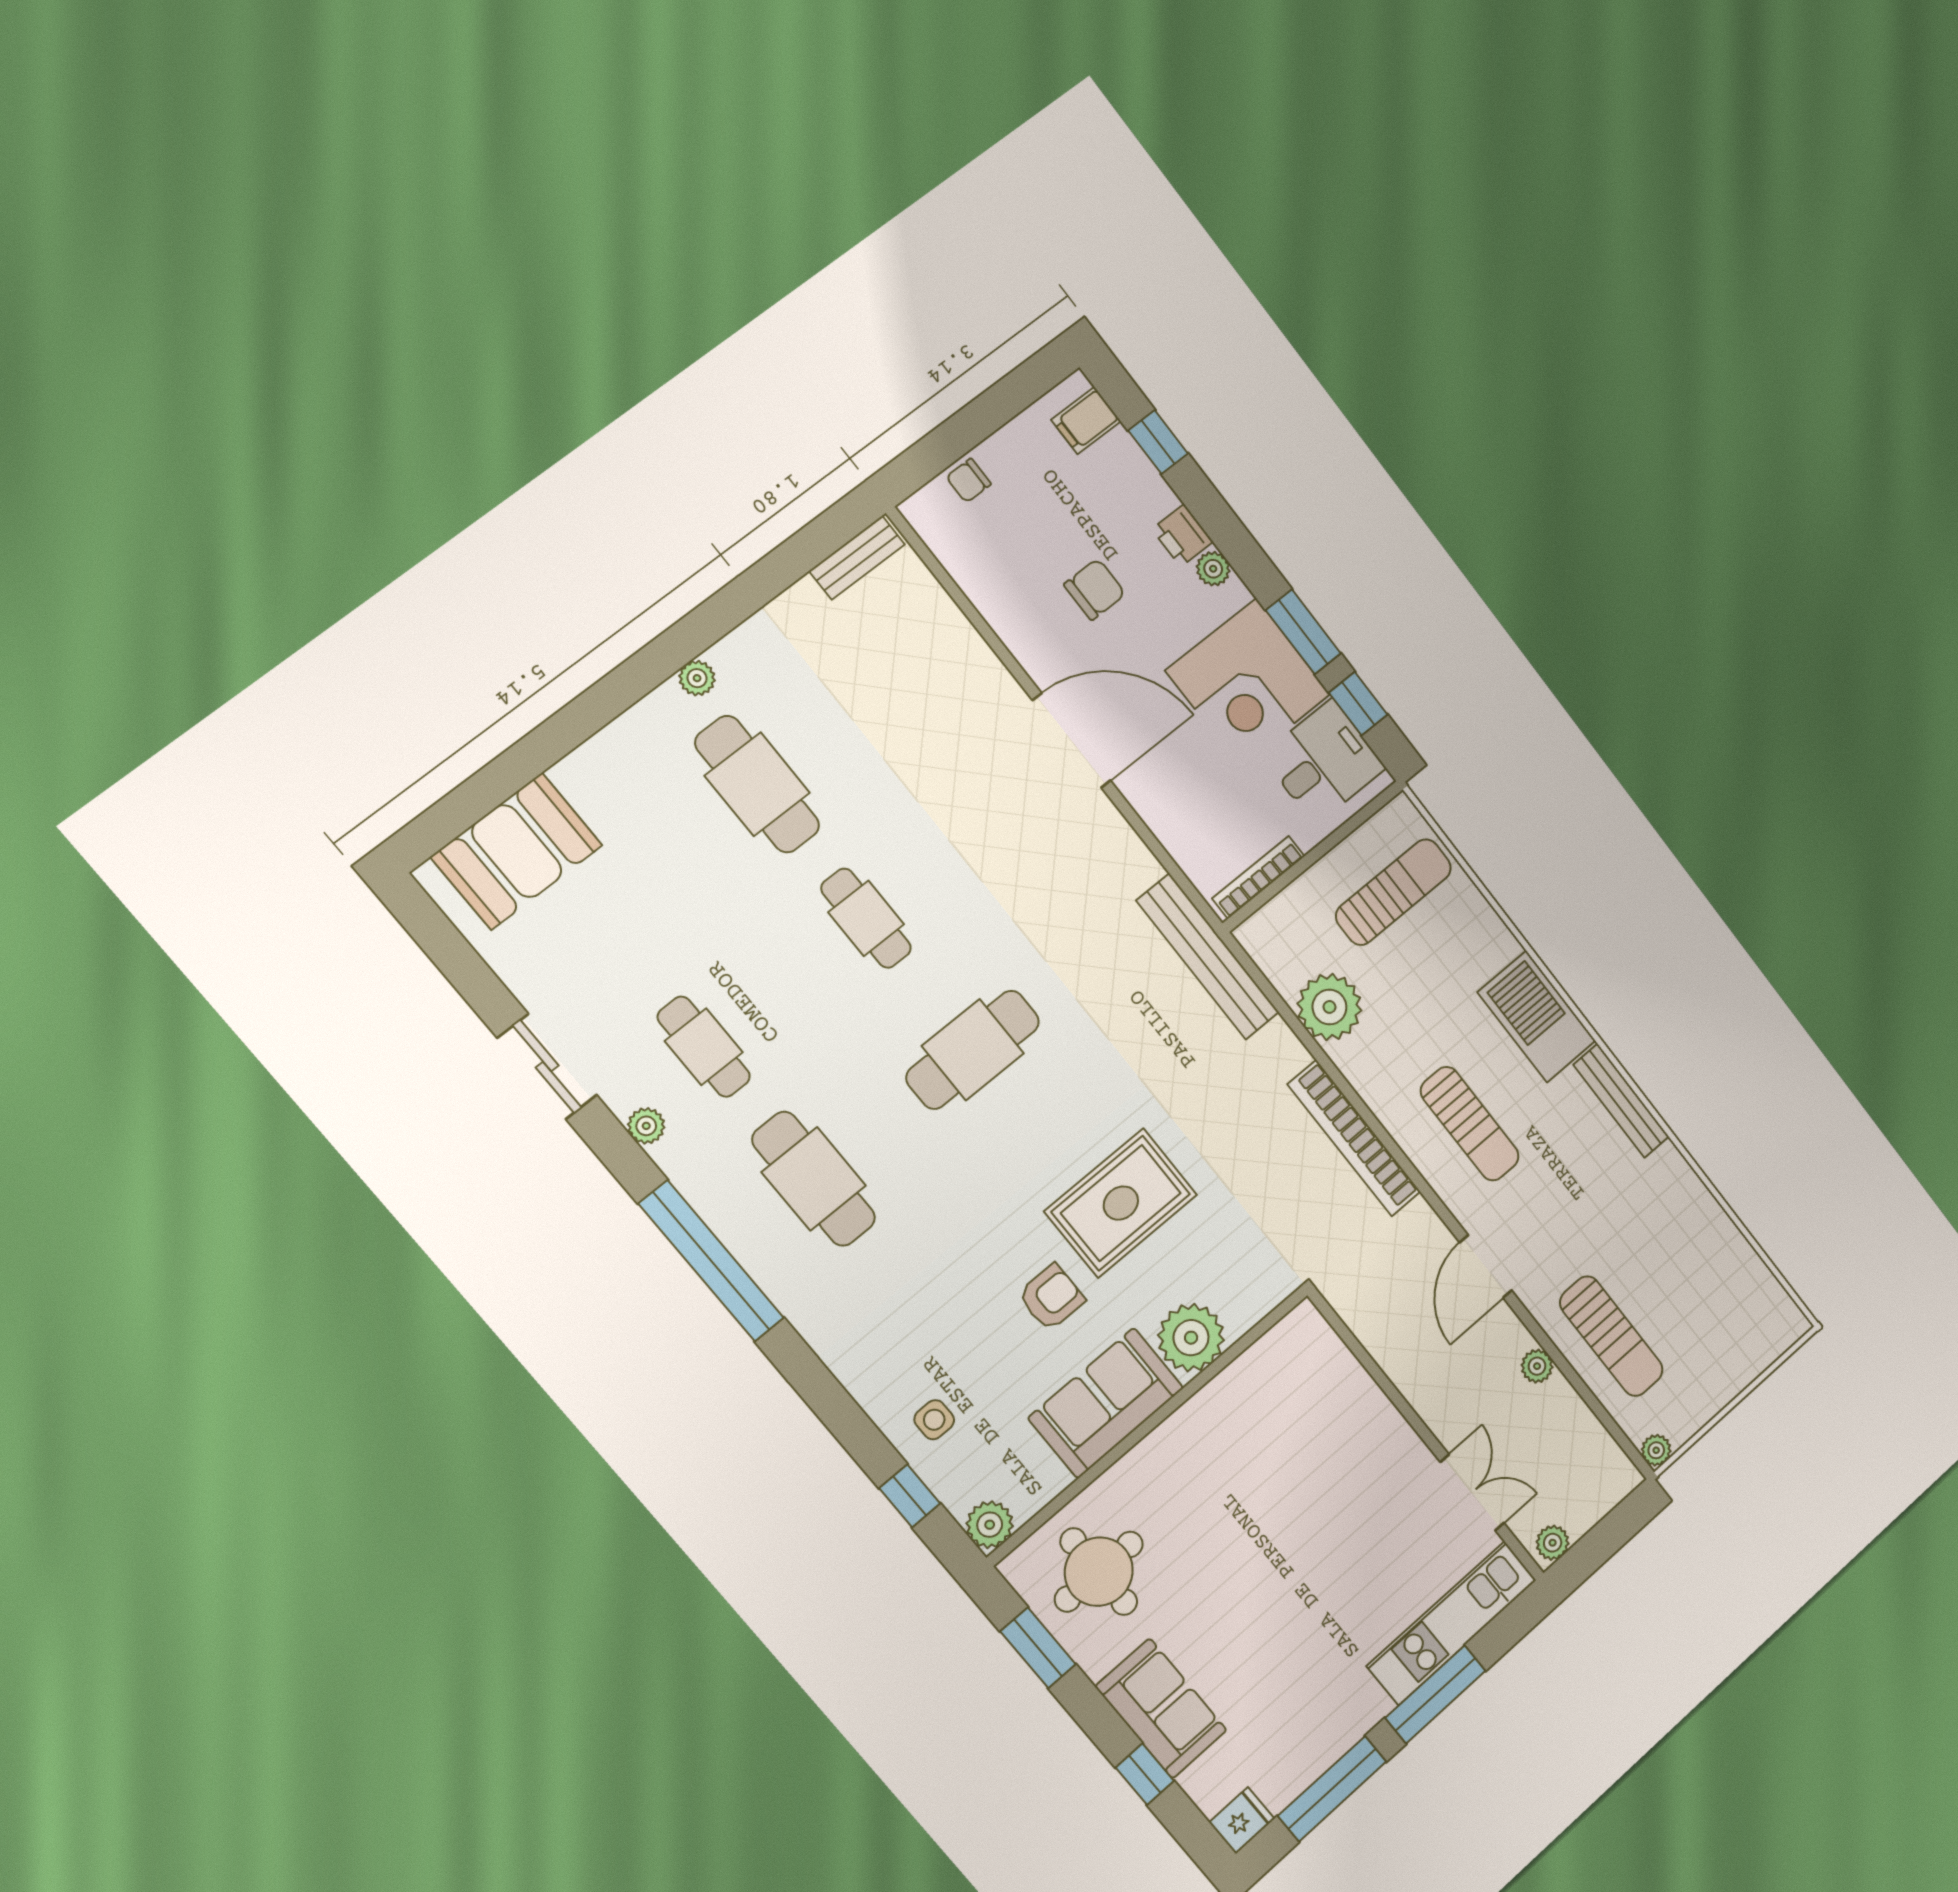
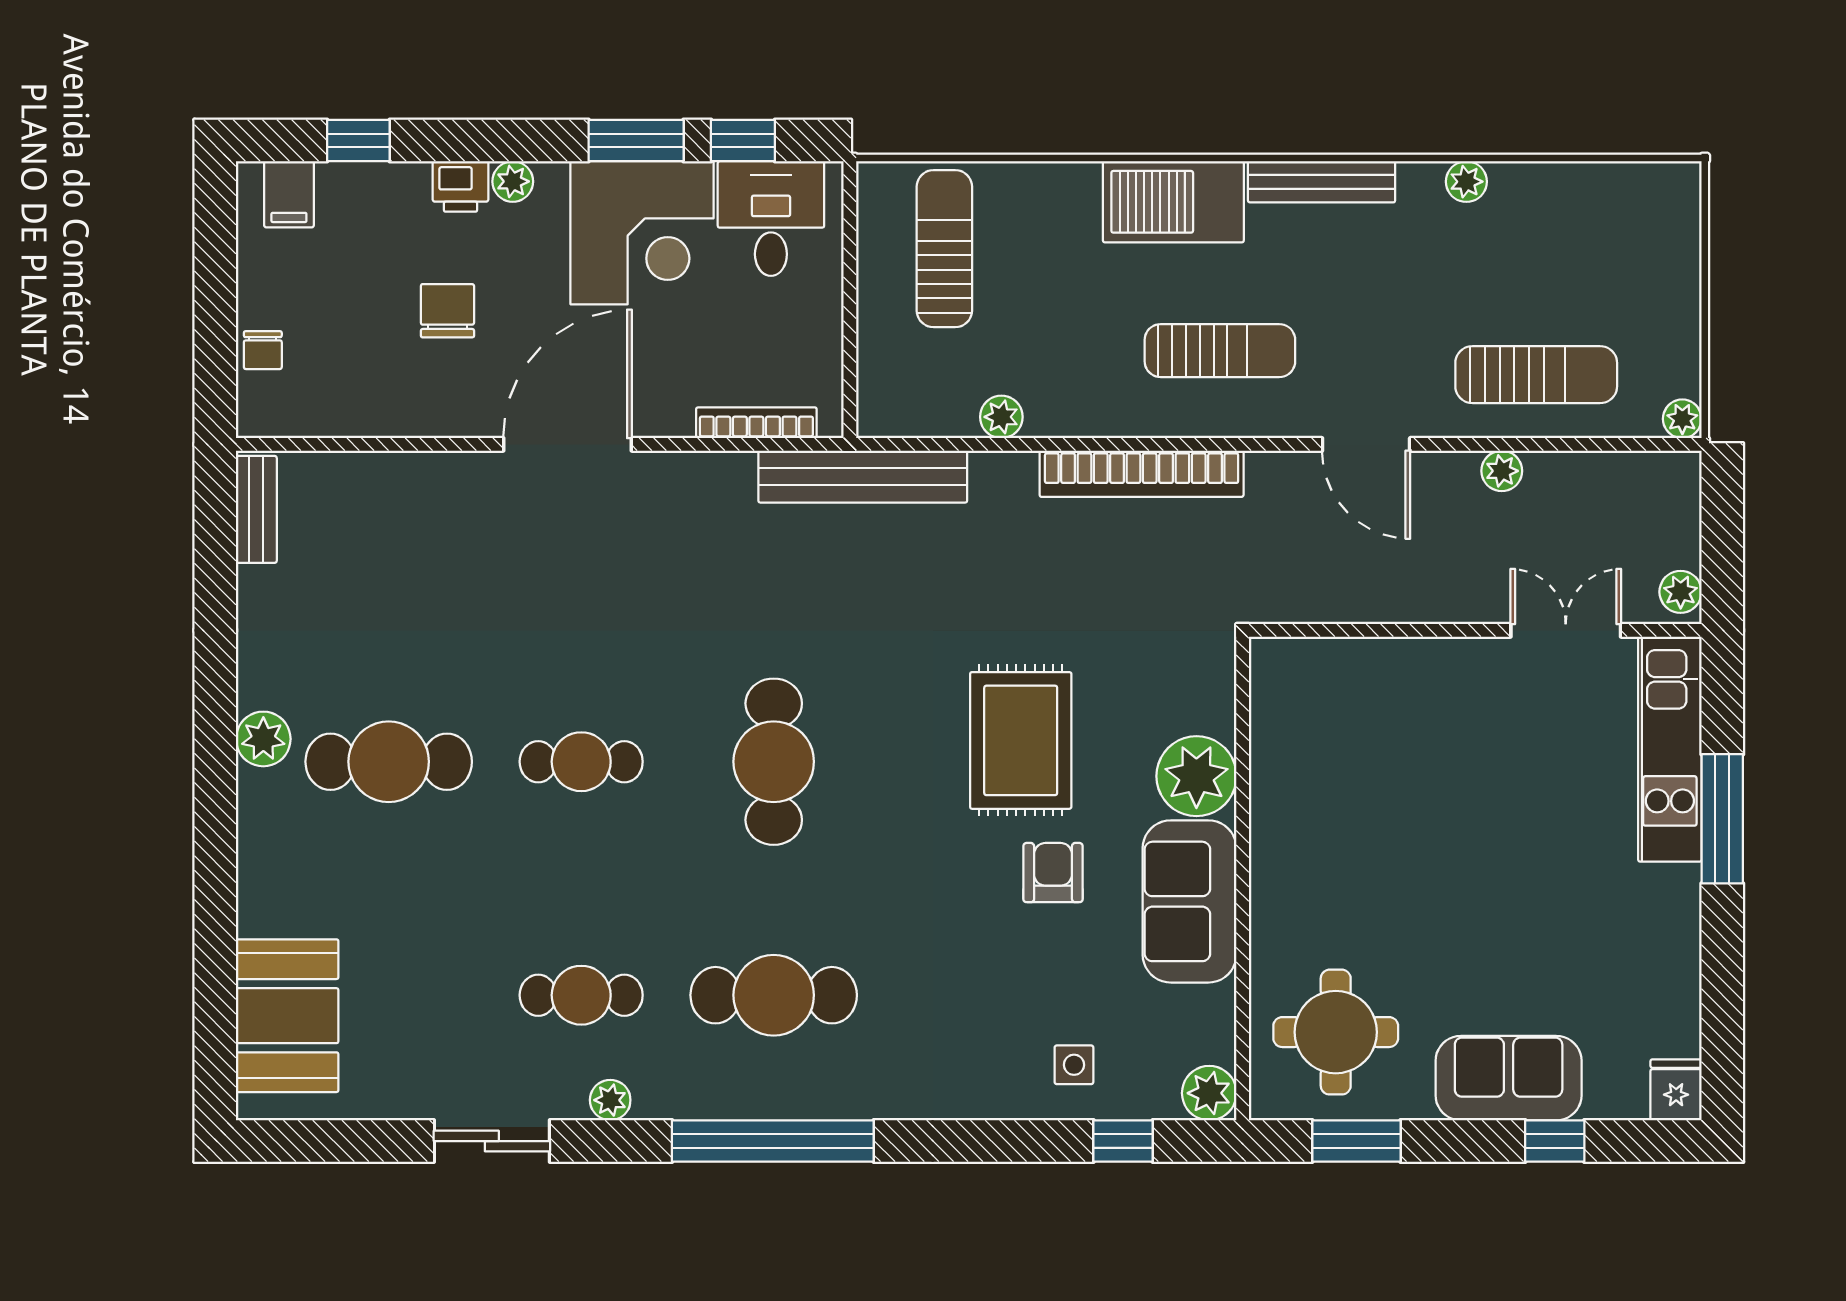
plant: (697, 678) -> (263, 739), width x1.38, depth x1.38
bookcase: (1258, 877) -> (756, 423), moved, turned 90
plant: (1329, 1007) -> (1001, 417), width x0.53, depth x0.53
plant: (1691, 1192) -> (1466, 182), added
window: (1332, 1789) -> (1722, 985), removed

